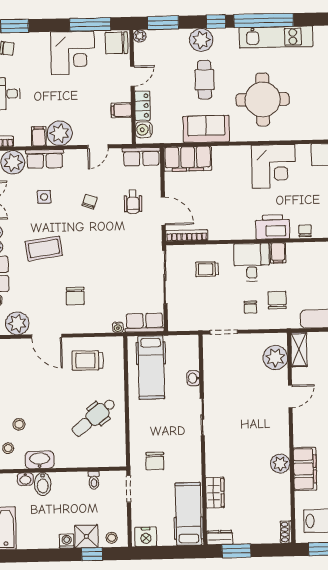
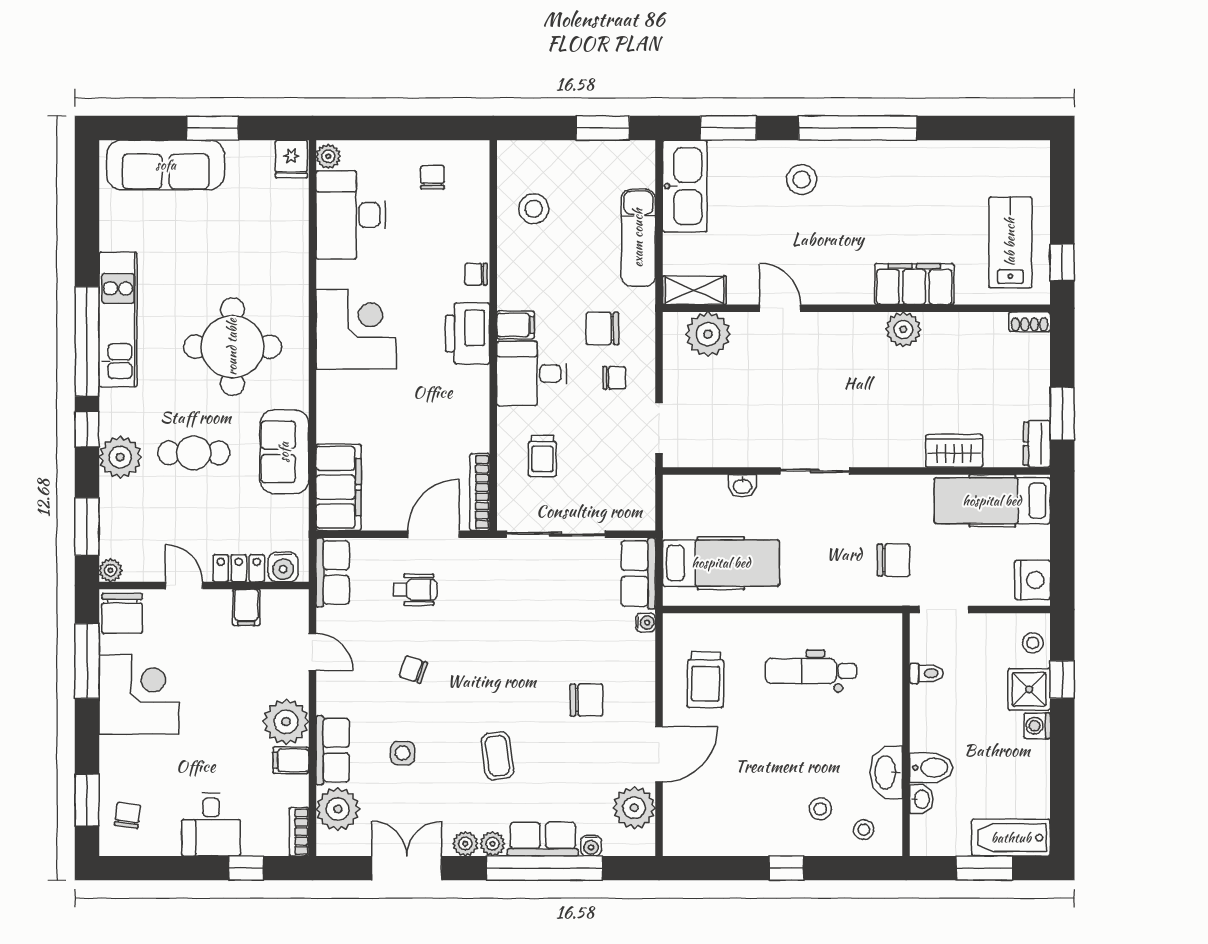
coffee table: (44, 248) -> (497, 756), width x0.73, depth x0.77
dental chair: (94, 418) -> (811, 671), turned 128

